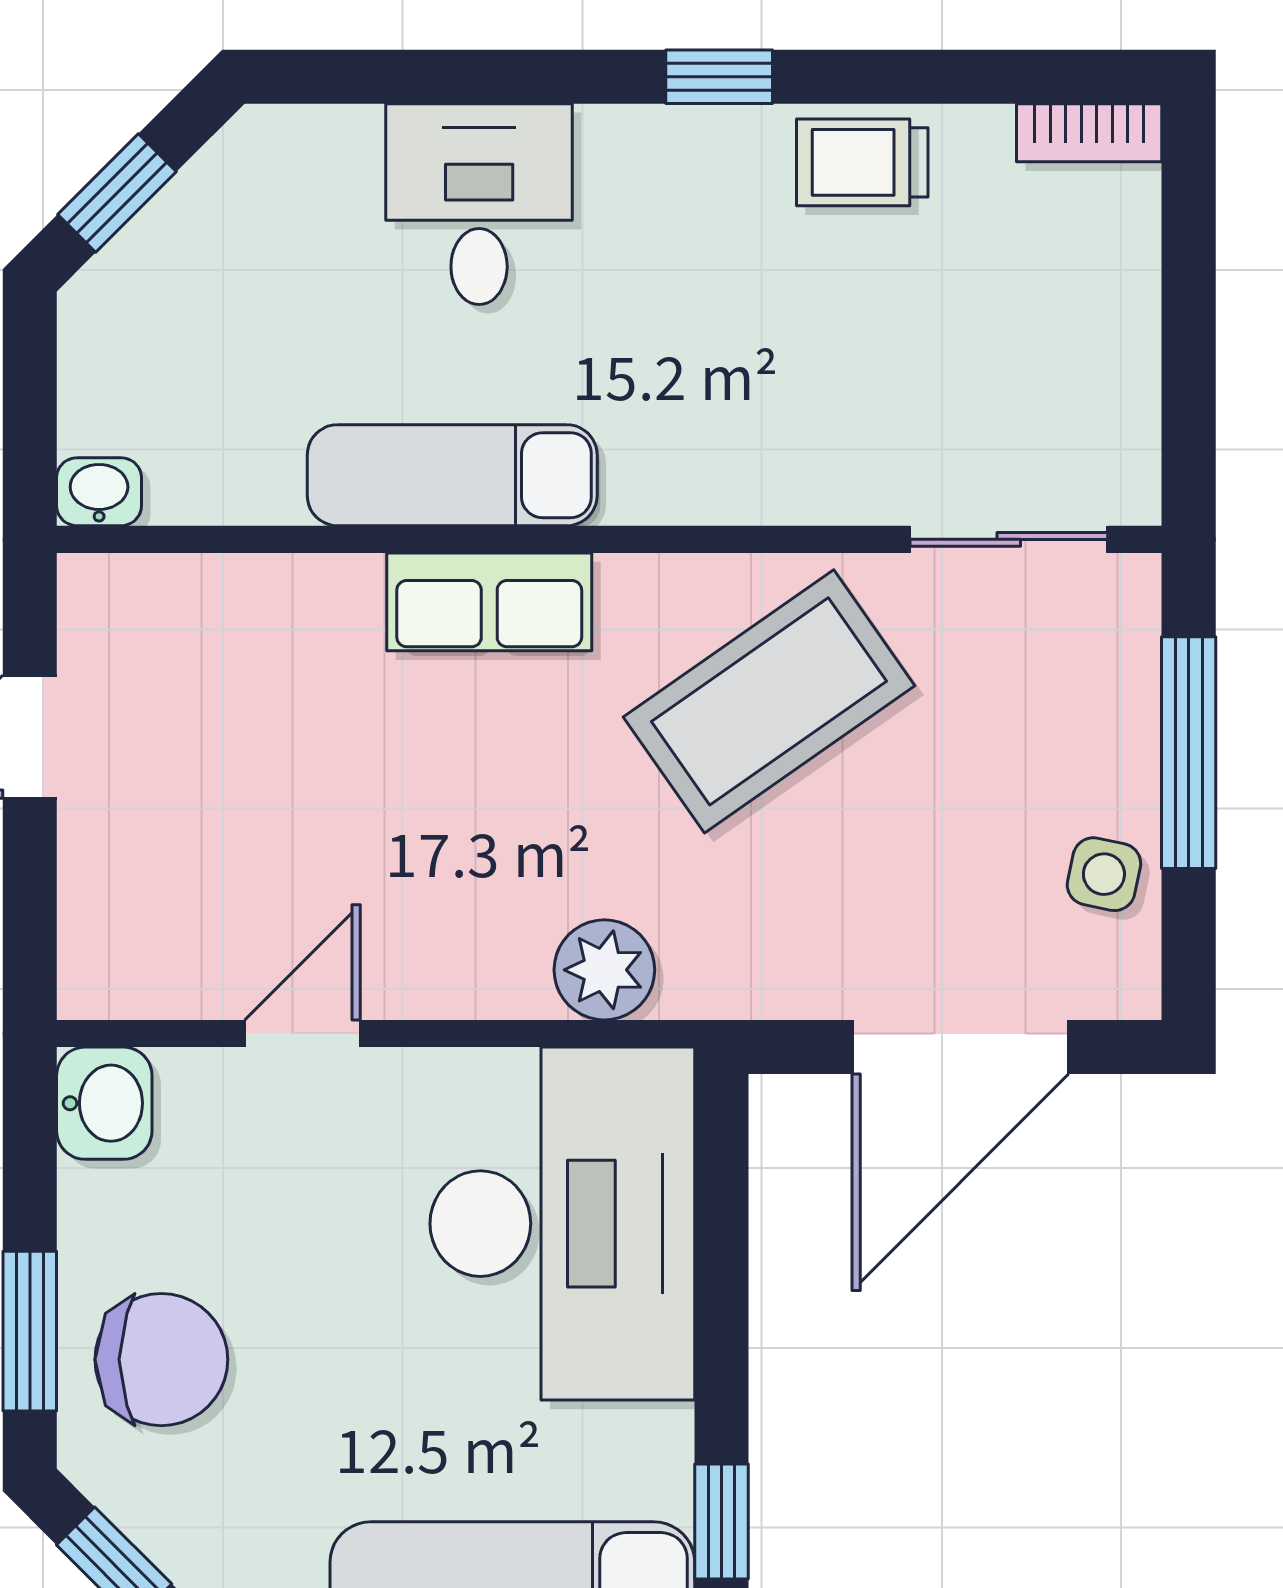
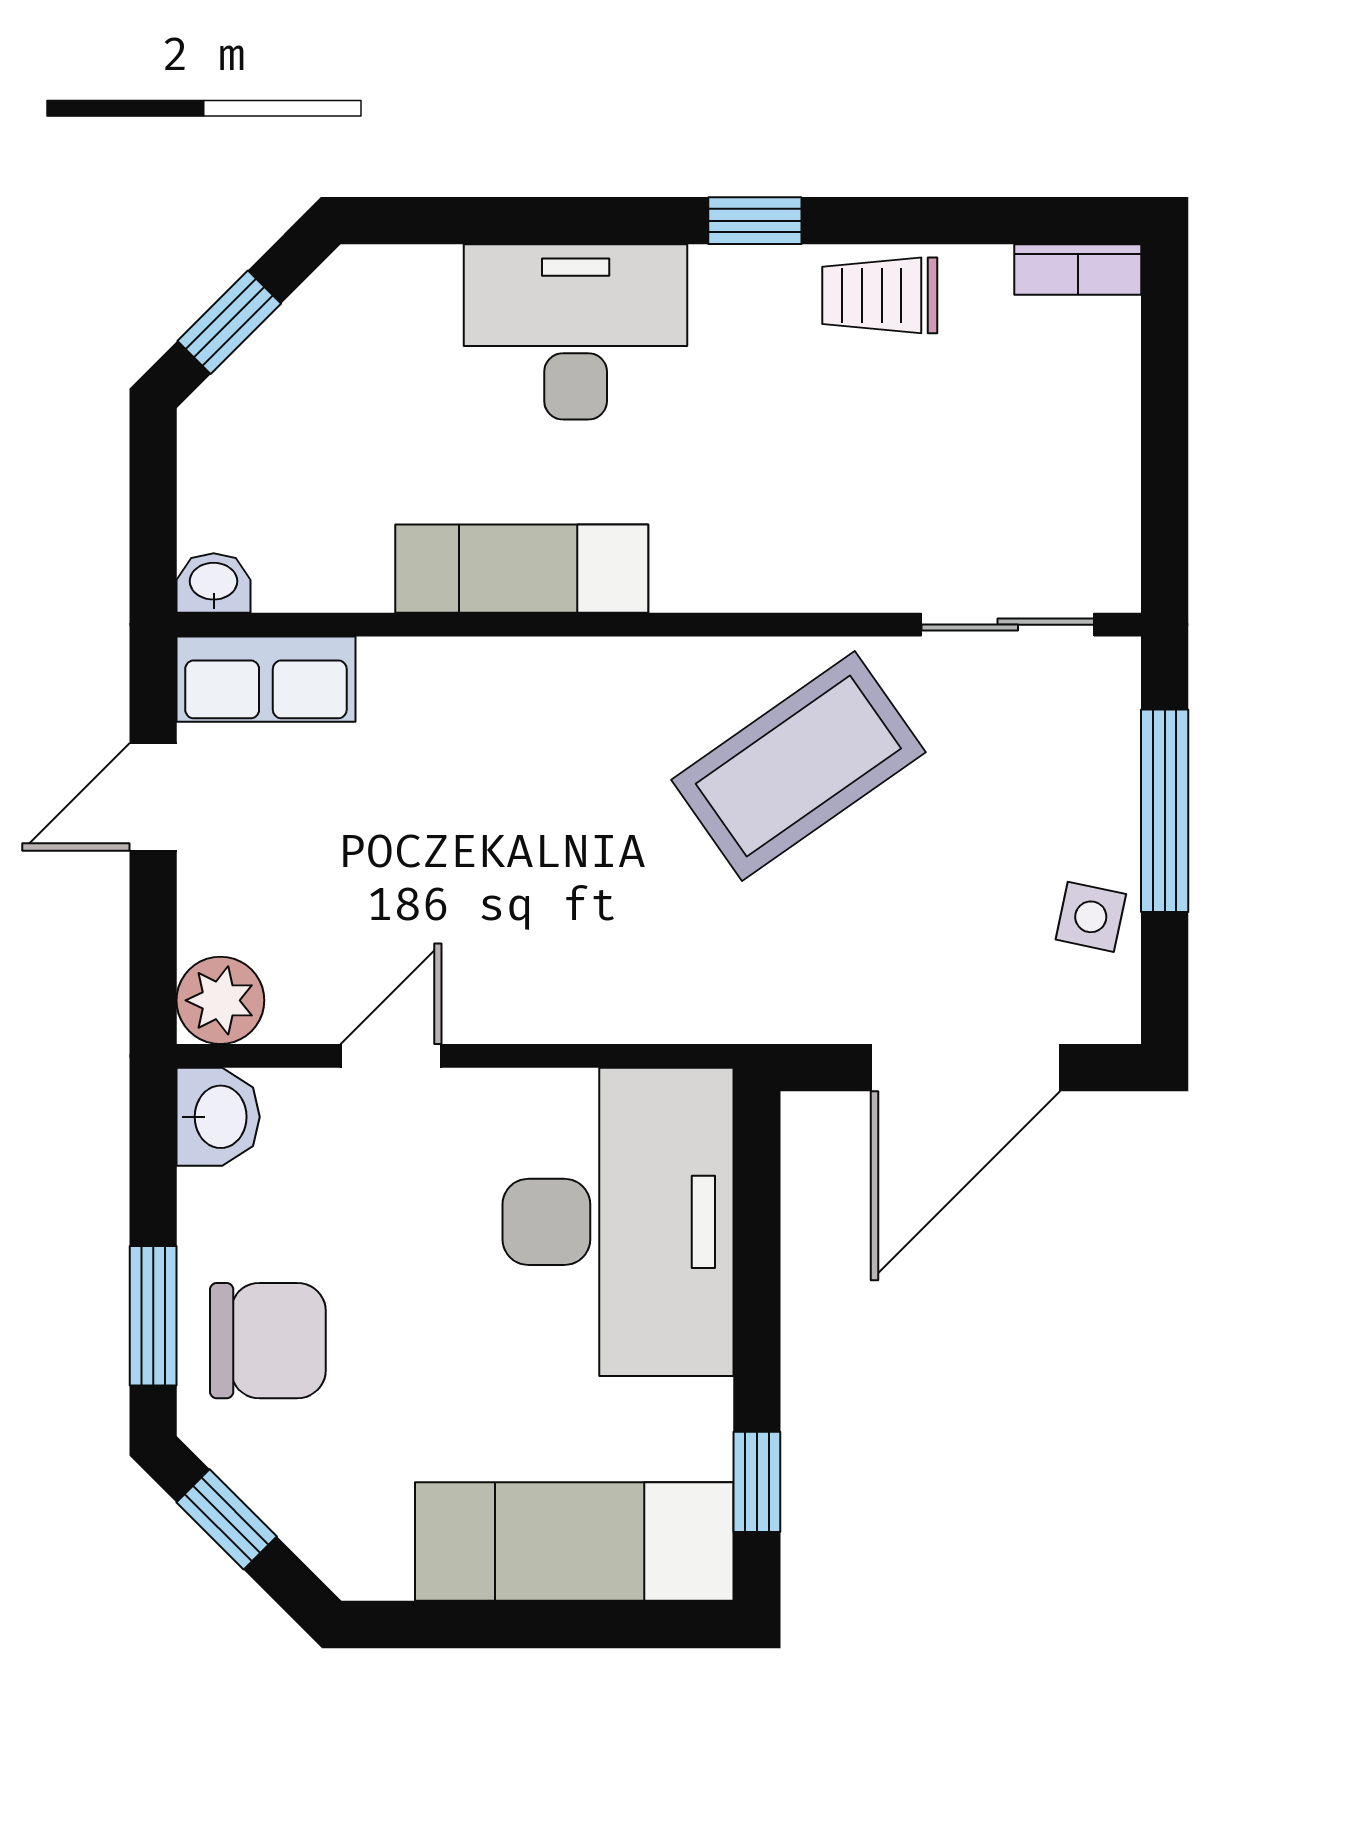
desk: (479, 204) -> (576, 332), width x1.37
row of seats: (489, 602) -> (266, 679), moved
plant: (604, 970) -> (220, 1000), moved

